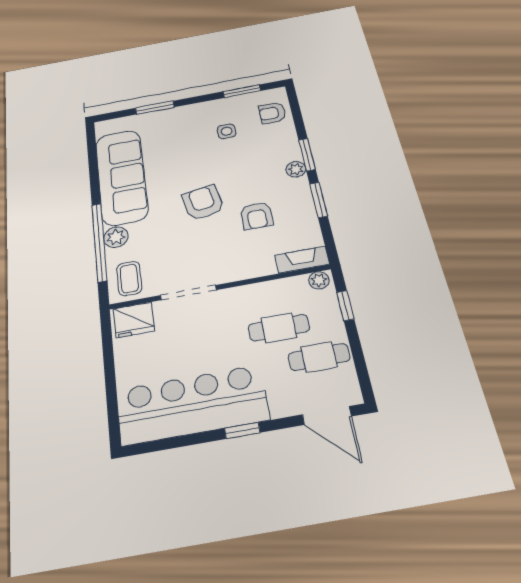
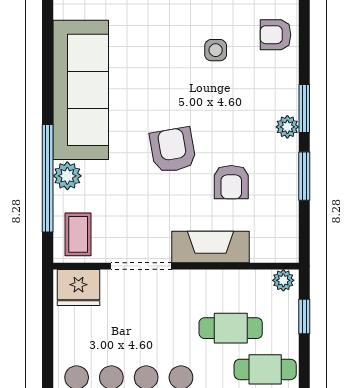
fireplace: (302, 260) -> (210, 247), moved, width x1.37, depth x1.32

